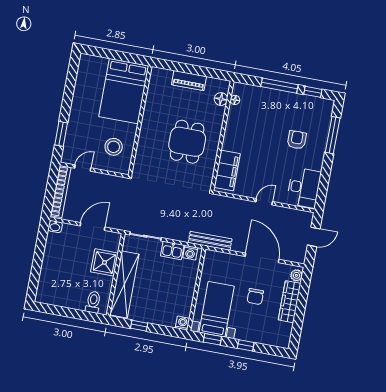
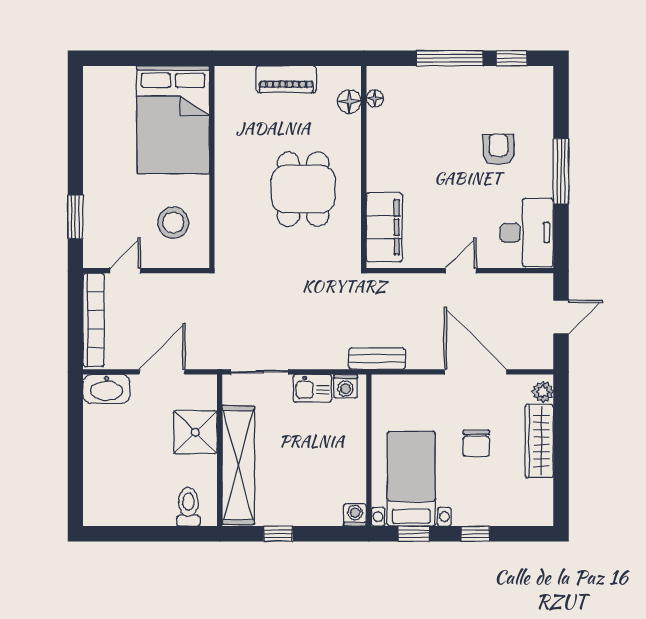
window: (333, 135) -> (561, 171), moved
washbasin: (55, 227) -> (107, 389), width x1.91, depth x1.45
bench: (210, 241) -> (377, 359), width x0.73

